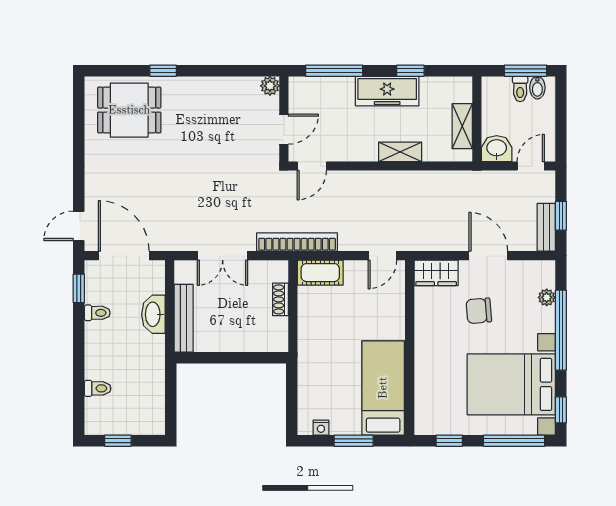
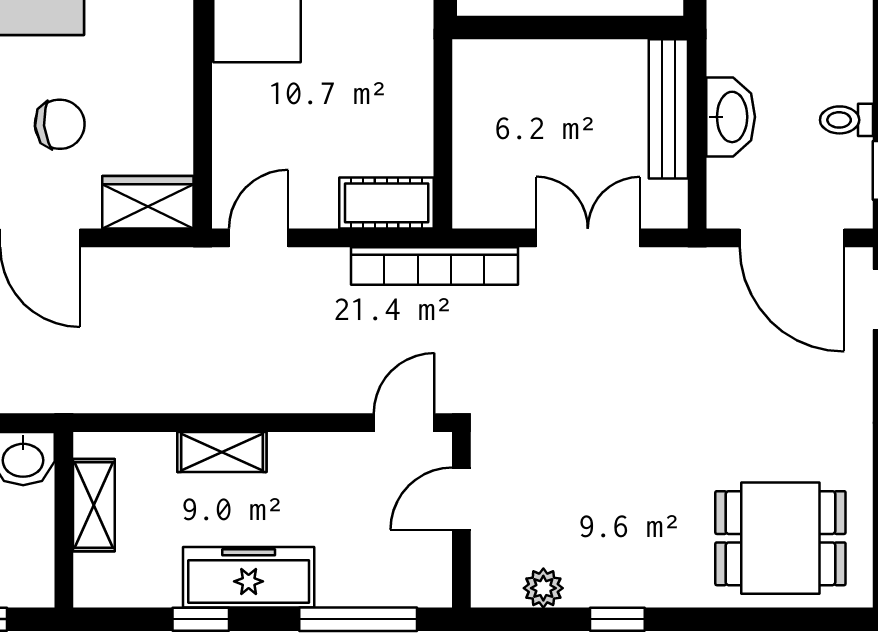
window: (163, 71) -> (617, 619), moved
plant: (270, 86) -> (543, 588), moved
shoe rack: (281, 299) -> (469, 148), removed

